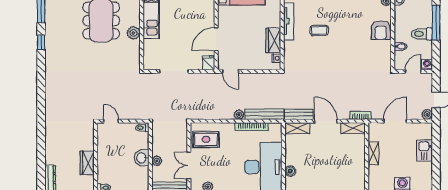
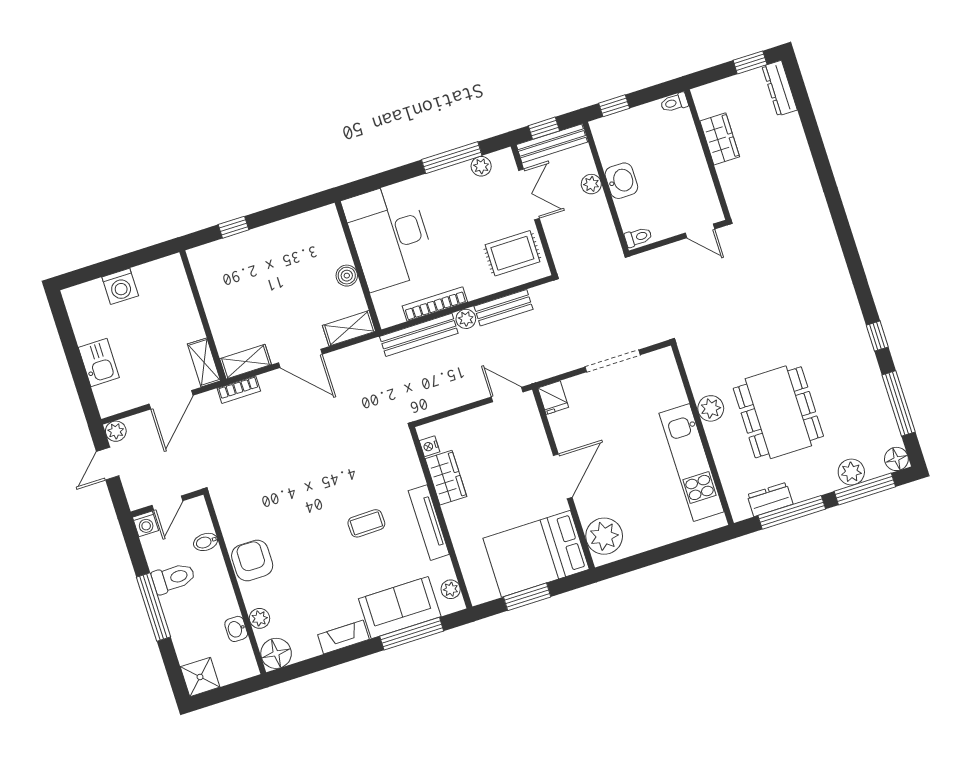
door: (216, 39) -> (563, 476), moved
bench: (299, 114) -> (504, 308), moved
shelving: (373, 153) -> (204, 362), moved
boiler: (290, 171) -> (347, 276), moved

